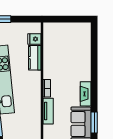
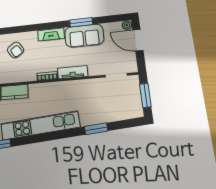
armchair: (74, 60) -> (15, 50), added

